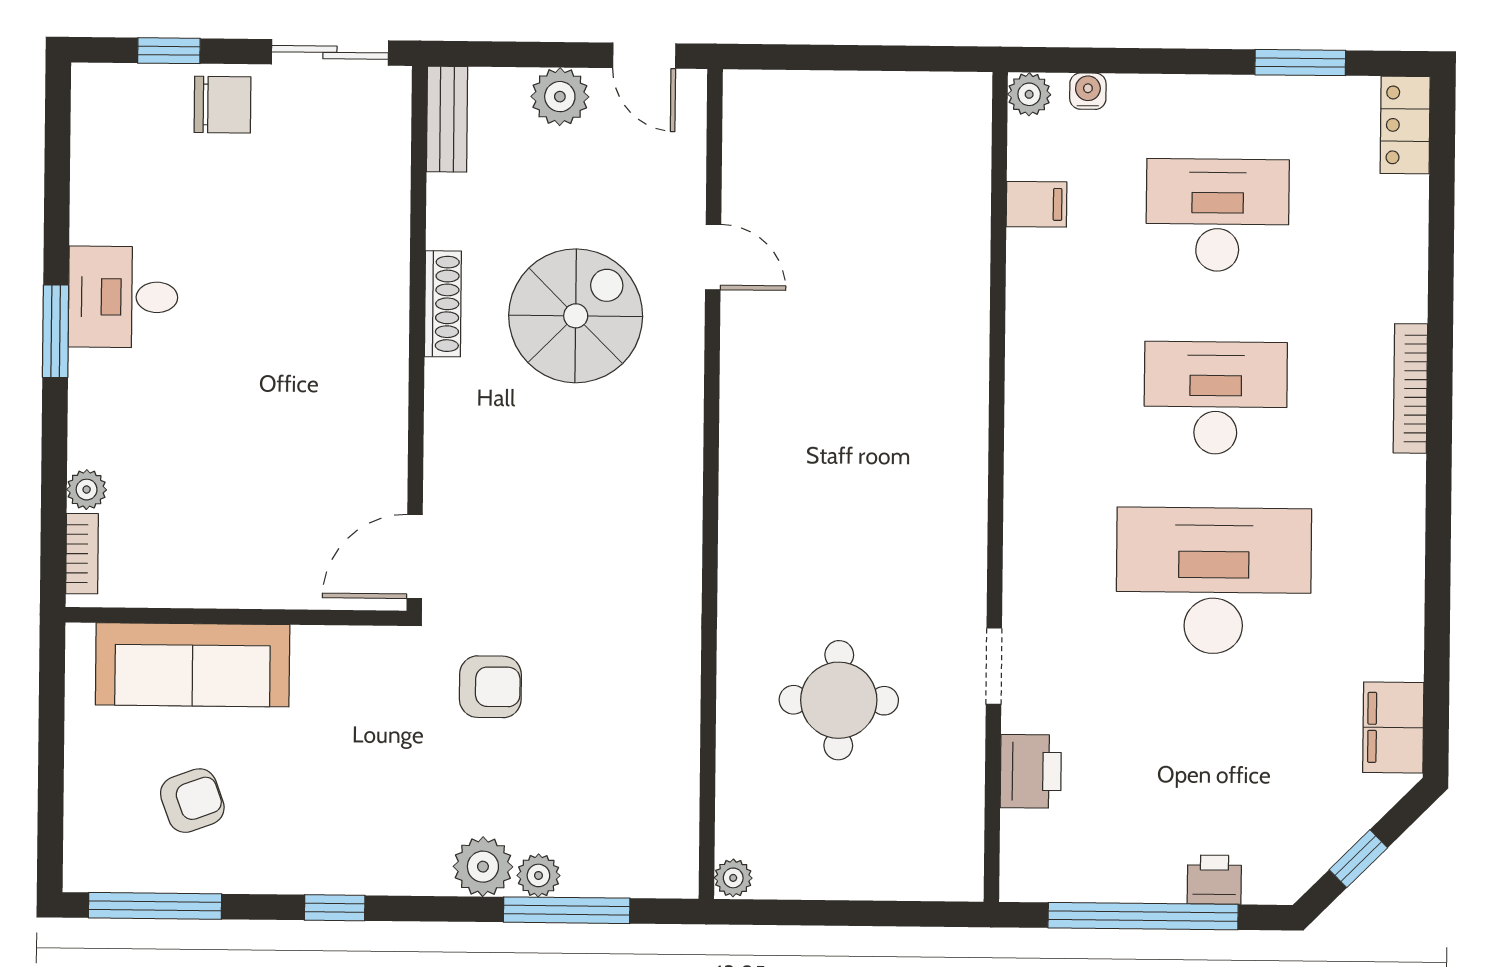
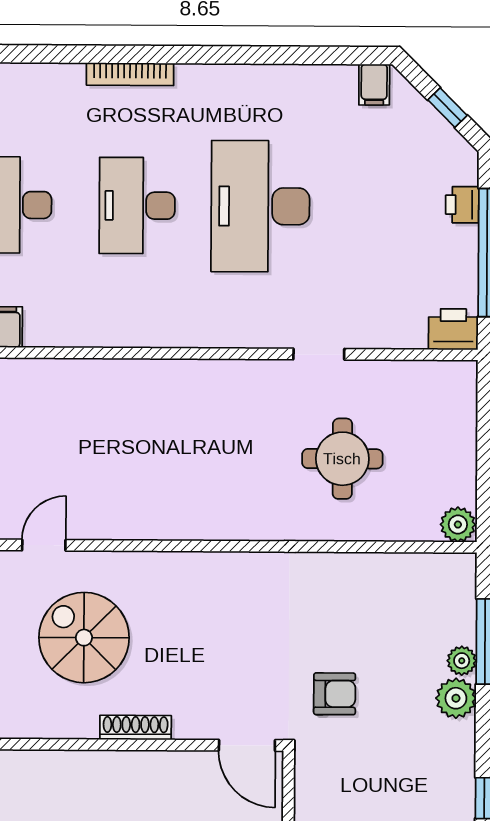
shoe rack: (443, 304) -> (136, 728), moved
armchair: (490, 687) -> (335, 694), turned 90
filing cabinet: (1393, 728) -> (374, 85), width x0.50
printer: (1031, 771) -> (453, 329), moved
plant: (733, 878) -> (458, 525), width x1.38, depth x1.38

